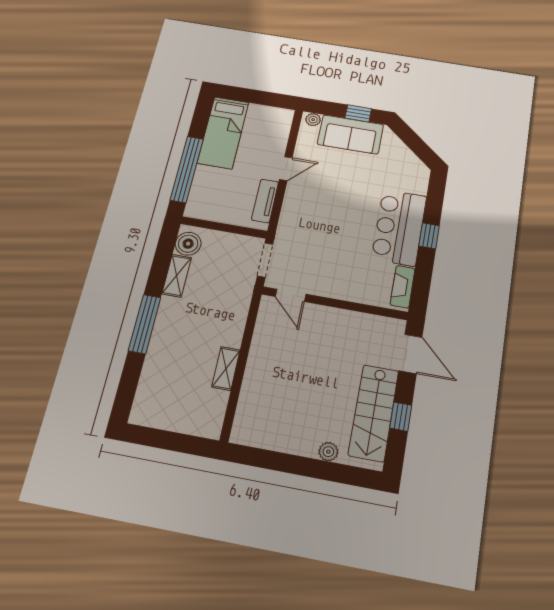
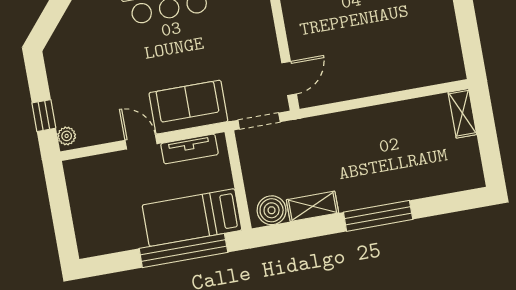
window: (358, 113) -> (44, 116), moved
bed: (223, 133) -> (192, 218), moved, turned 180
sofa: (350, 134) -> (188, 107), moved, turned -90
shelving: (226, 368) -> (462, 113), moved, turned 90

